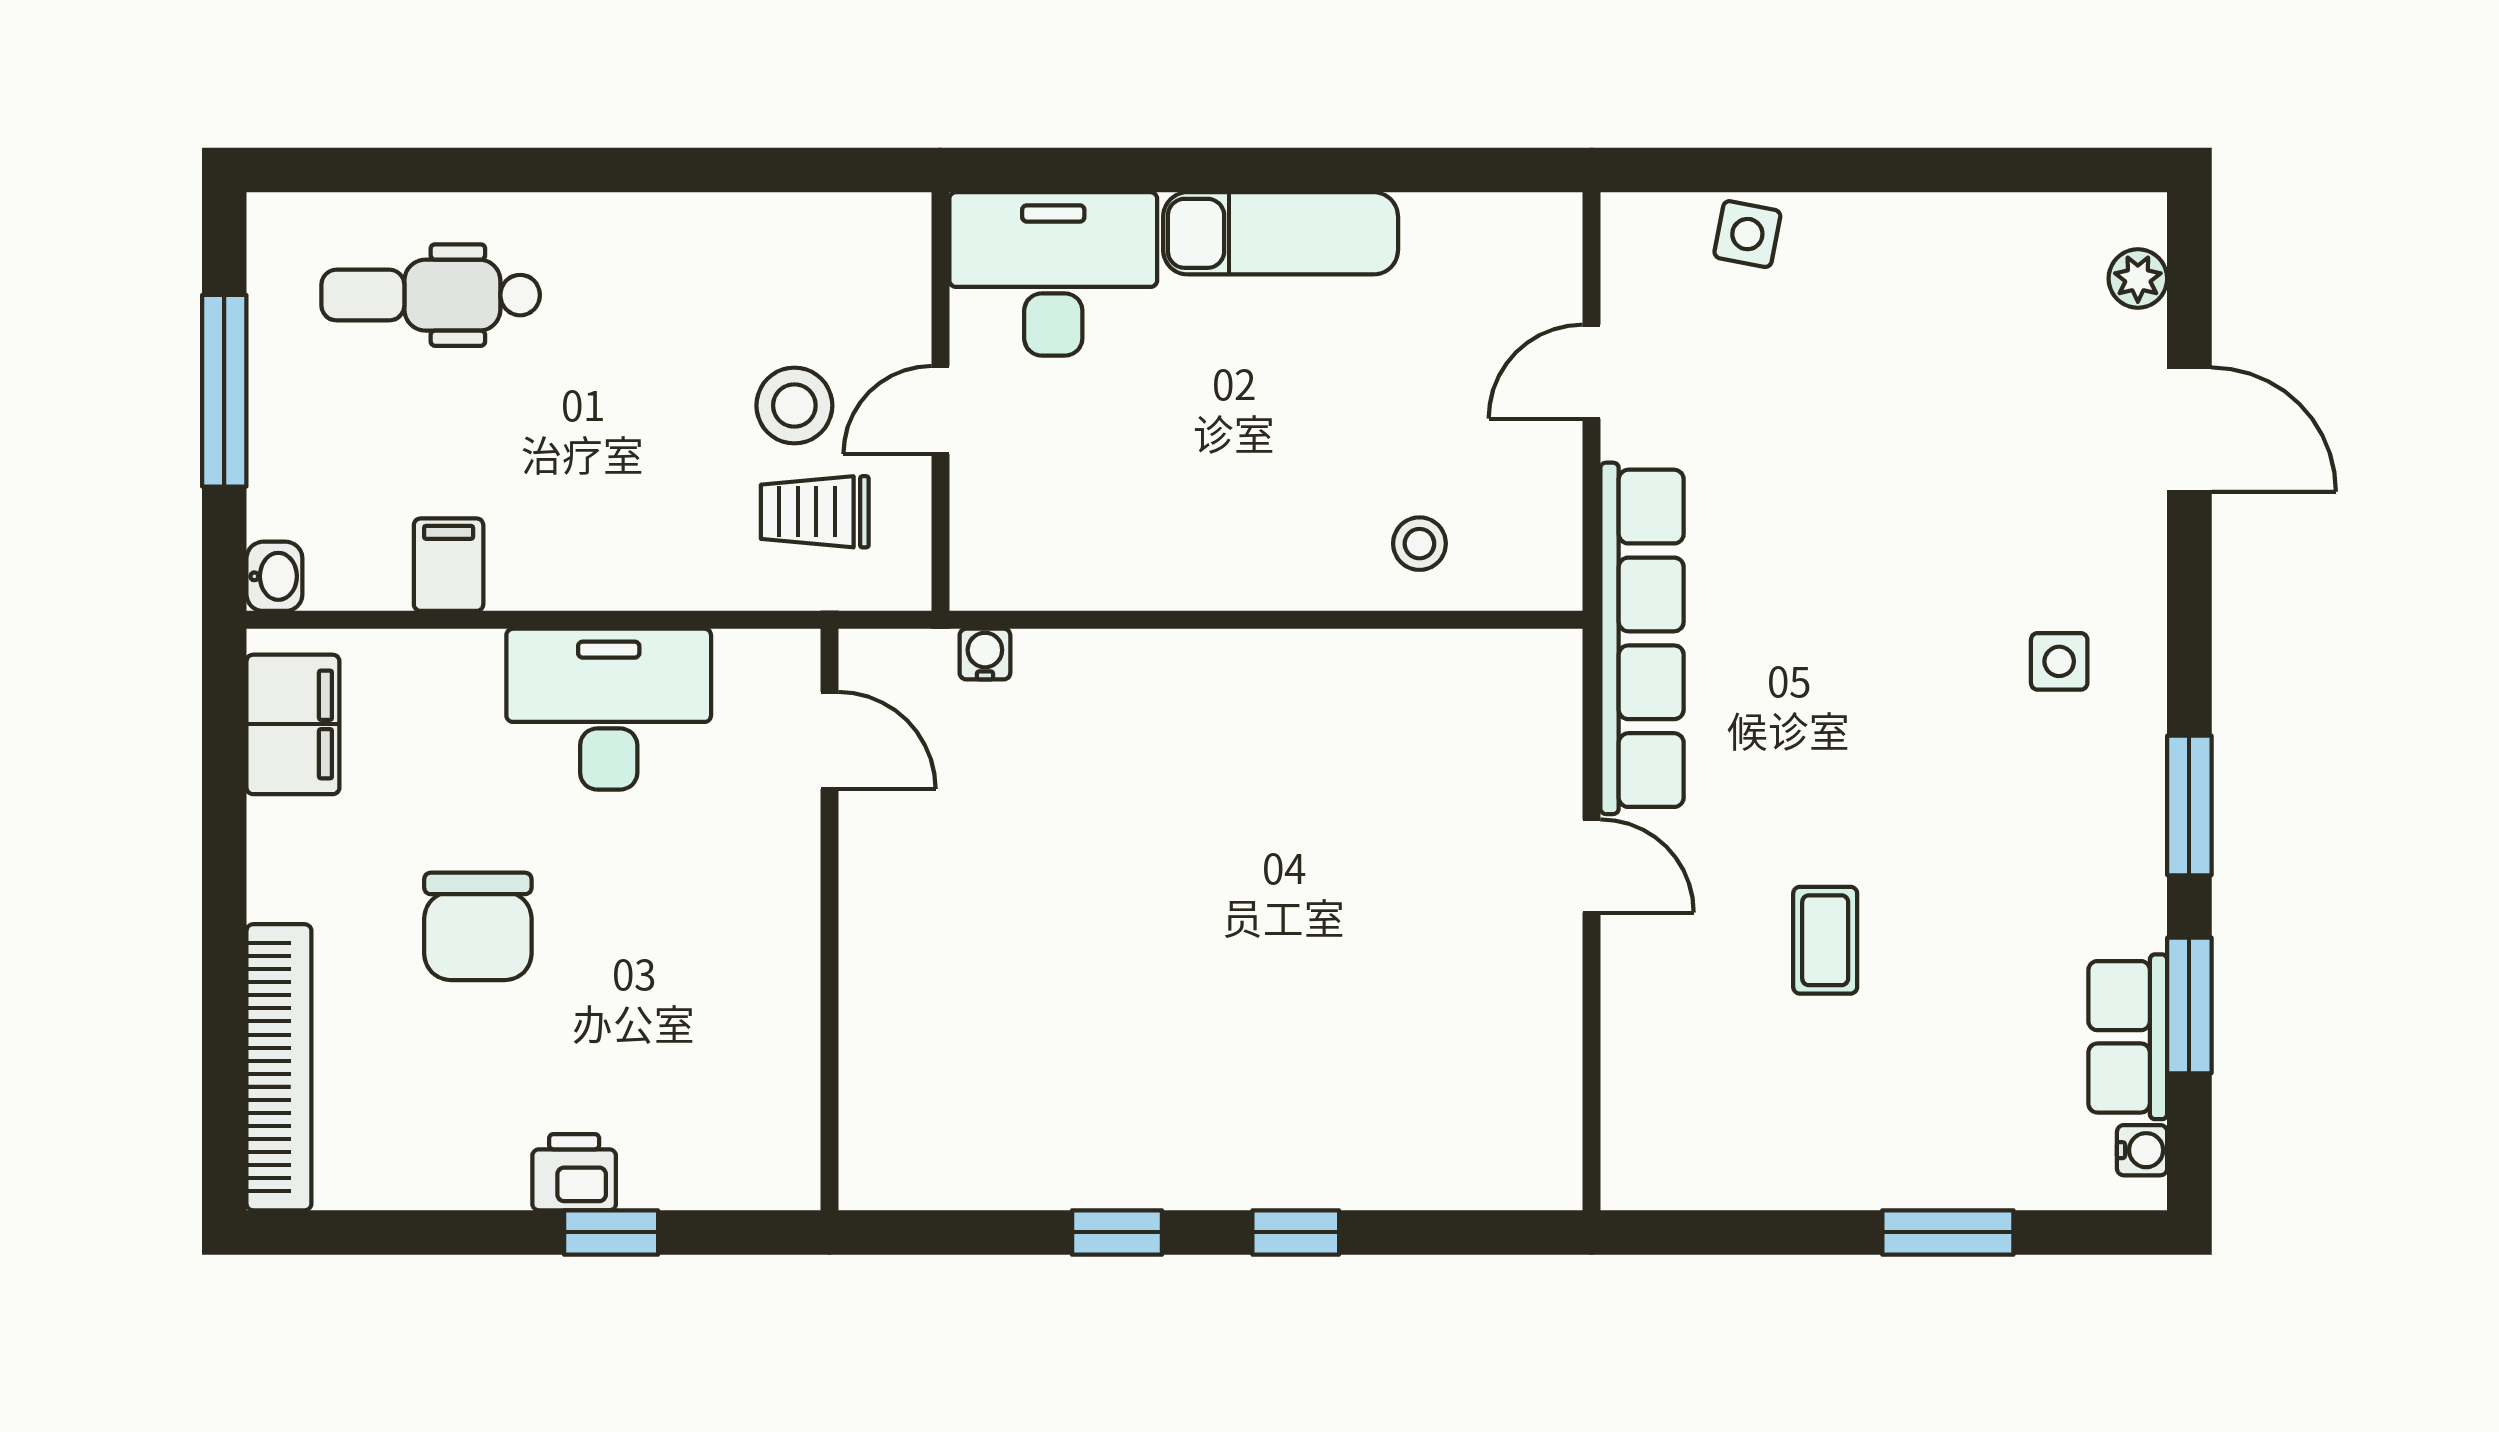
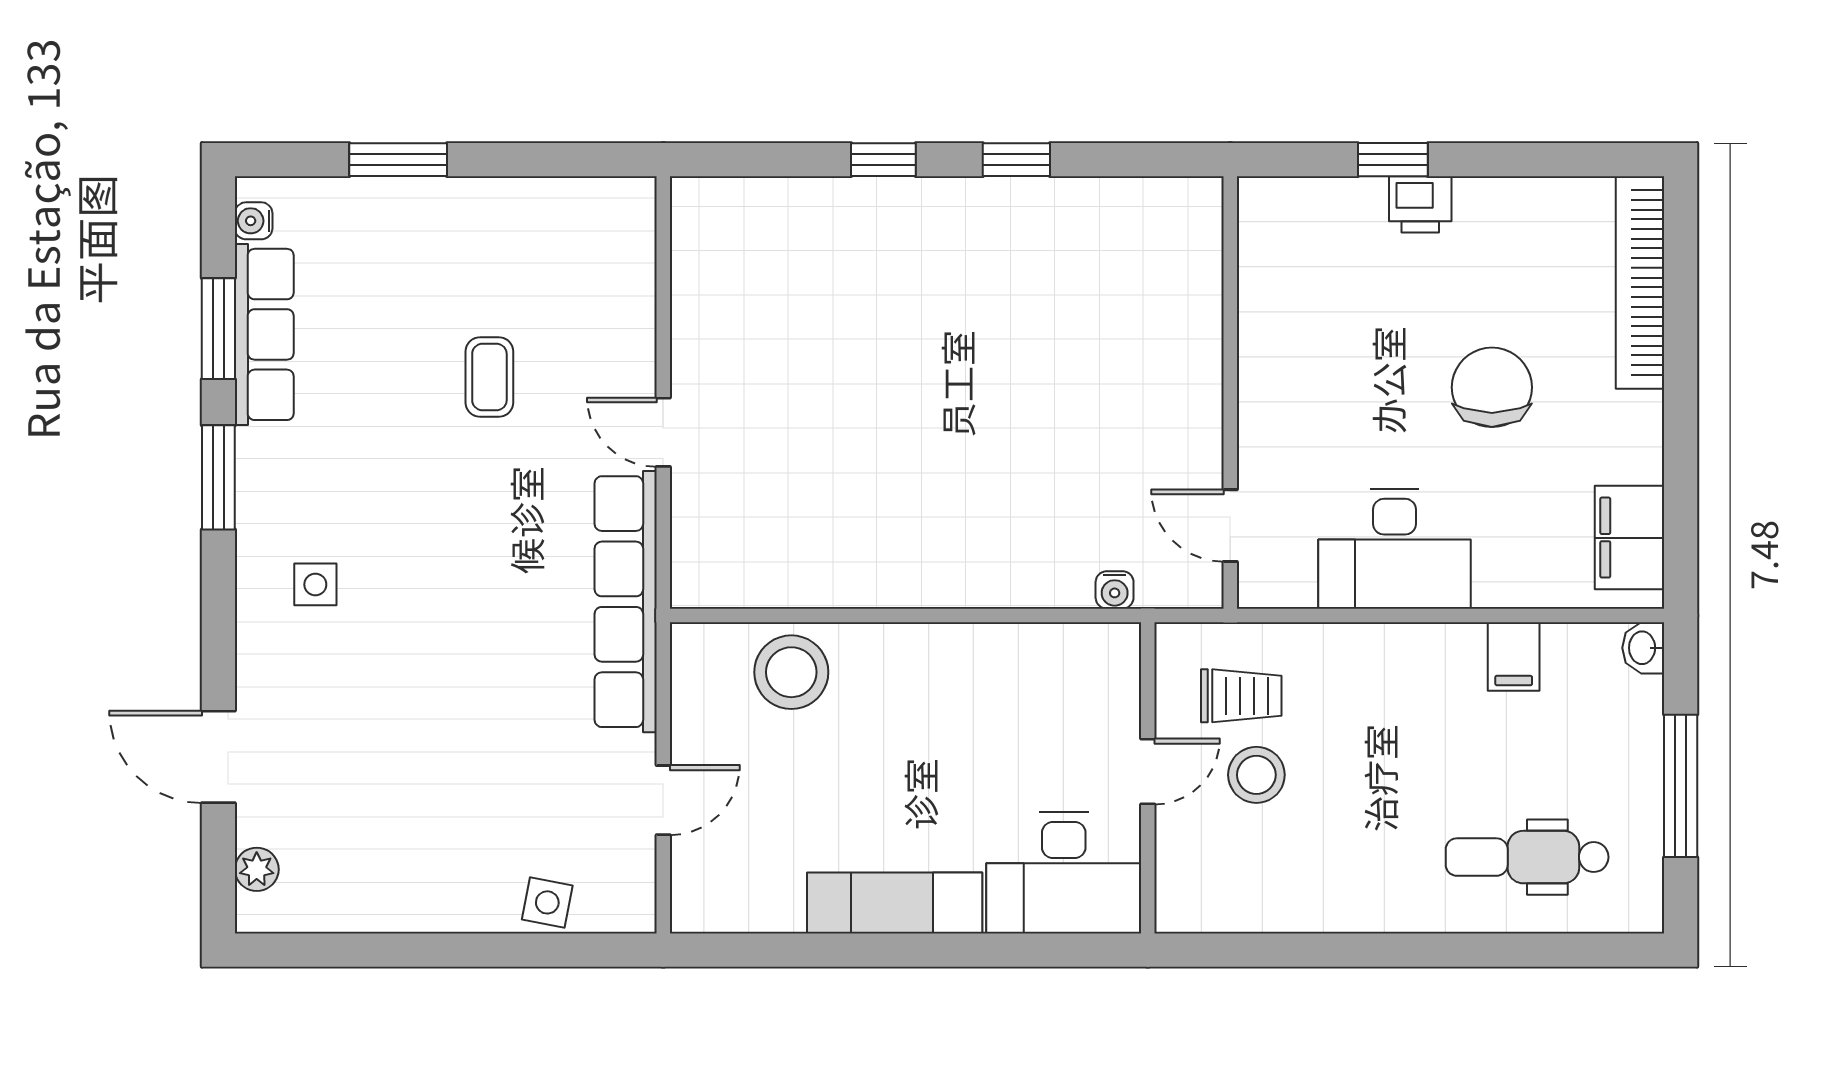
dental chair: (431, 295) -> (1527, 857), turned 180
stool: (1419, 544) -> (791, 672), width x1.89, depth x1.89
row of seats: (2128, 1037) -> (264, 334), width x1.48

